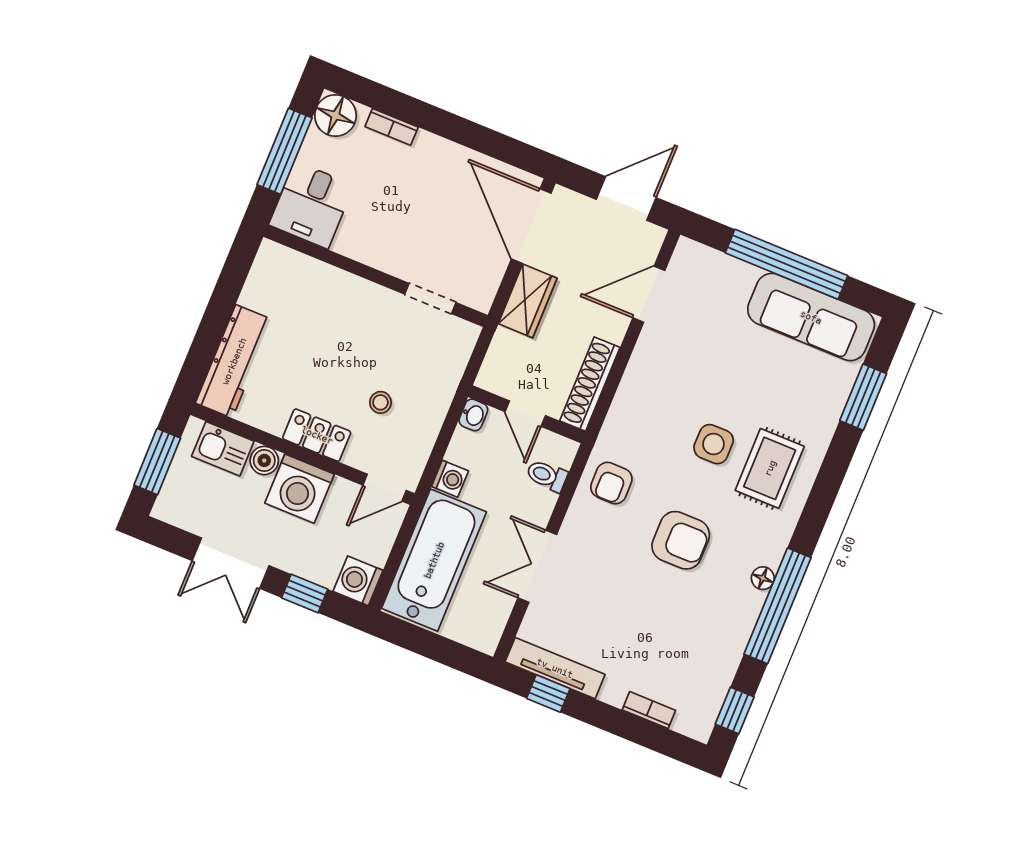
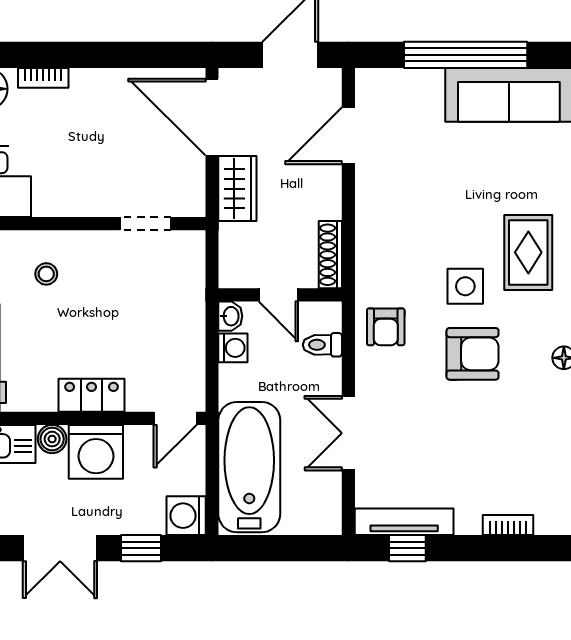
shoe rack: (590, 384) -> (330, 255), width x0.74, depth x0.81
stool: (380, 402) -> (46, 274), moved
side table: (714, 444) -> (465, 286), moved
washing machine: (450, 479) -> (233, 348), moved

